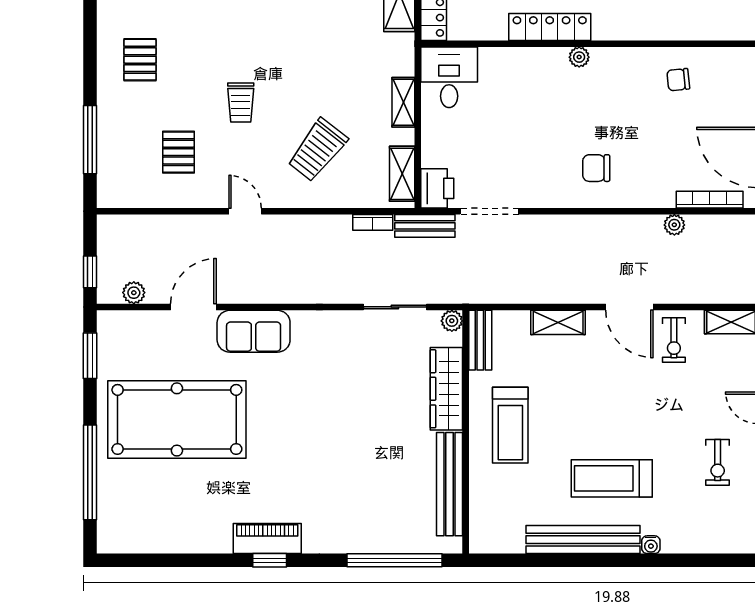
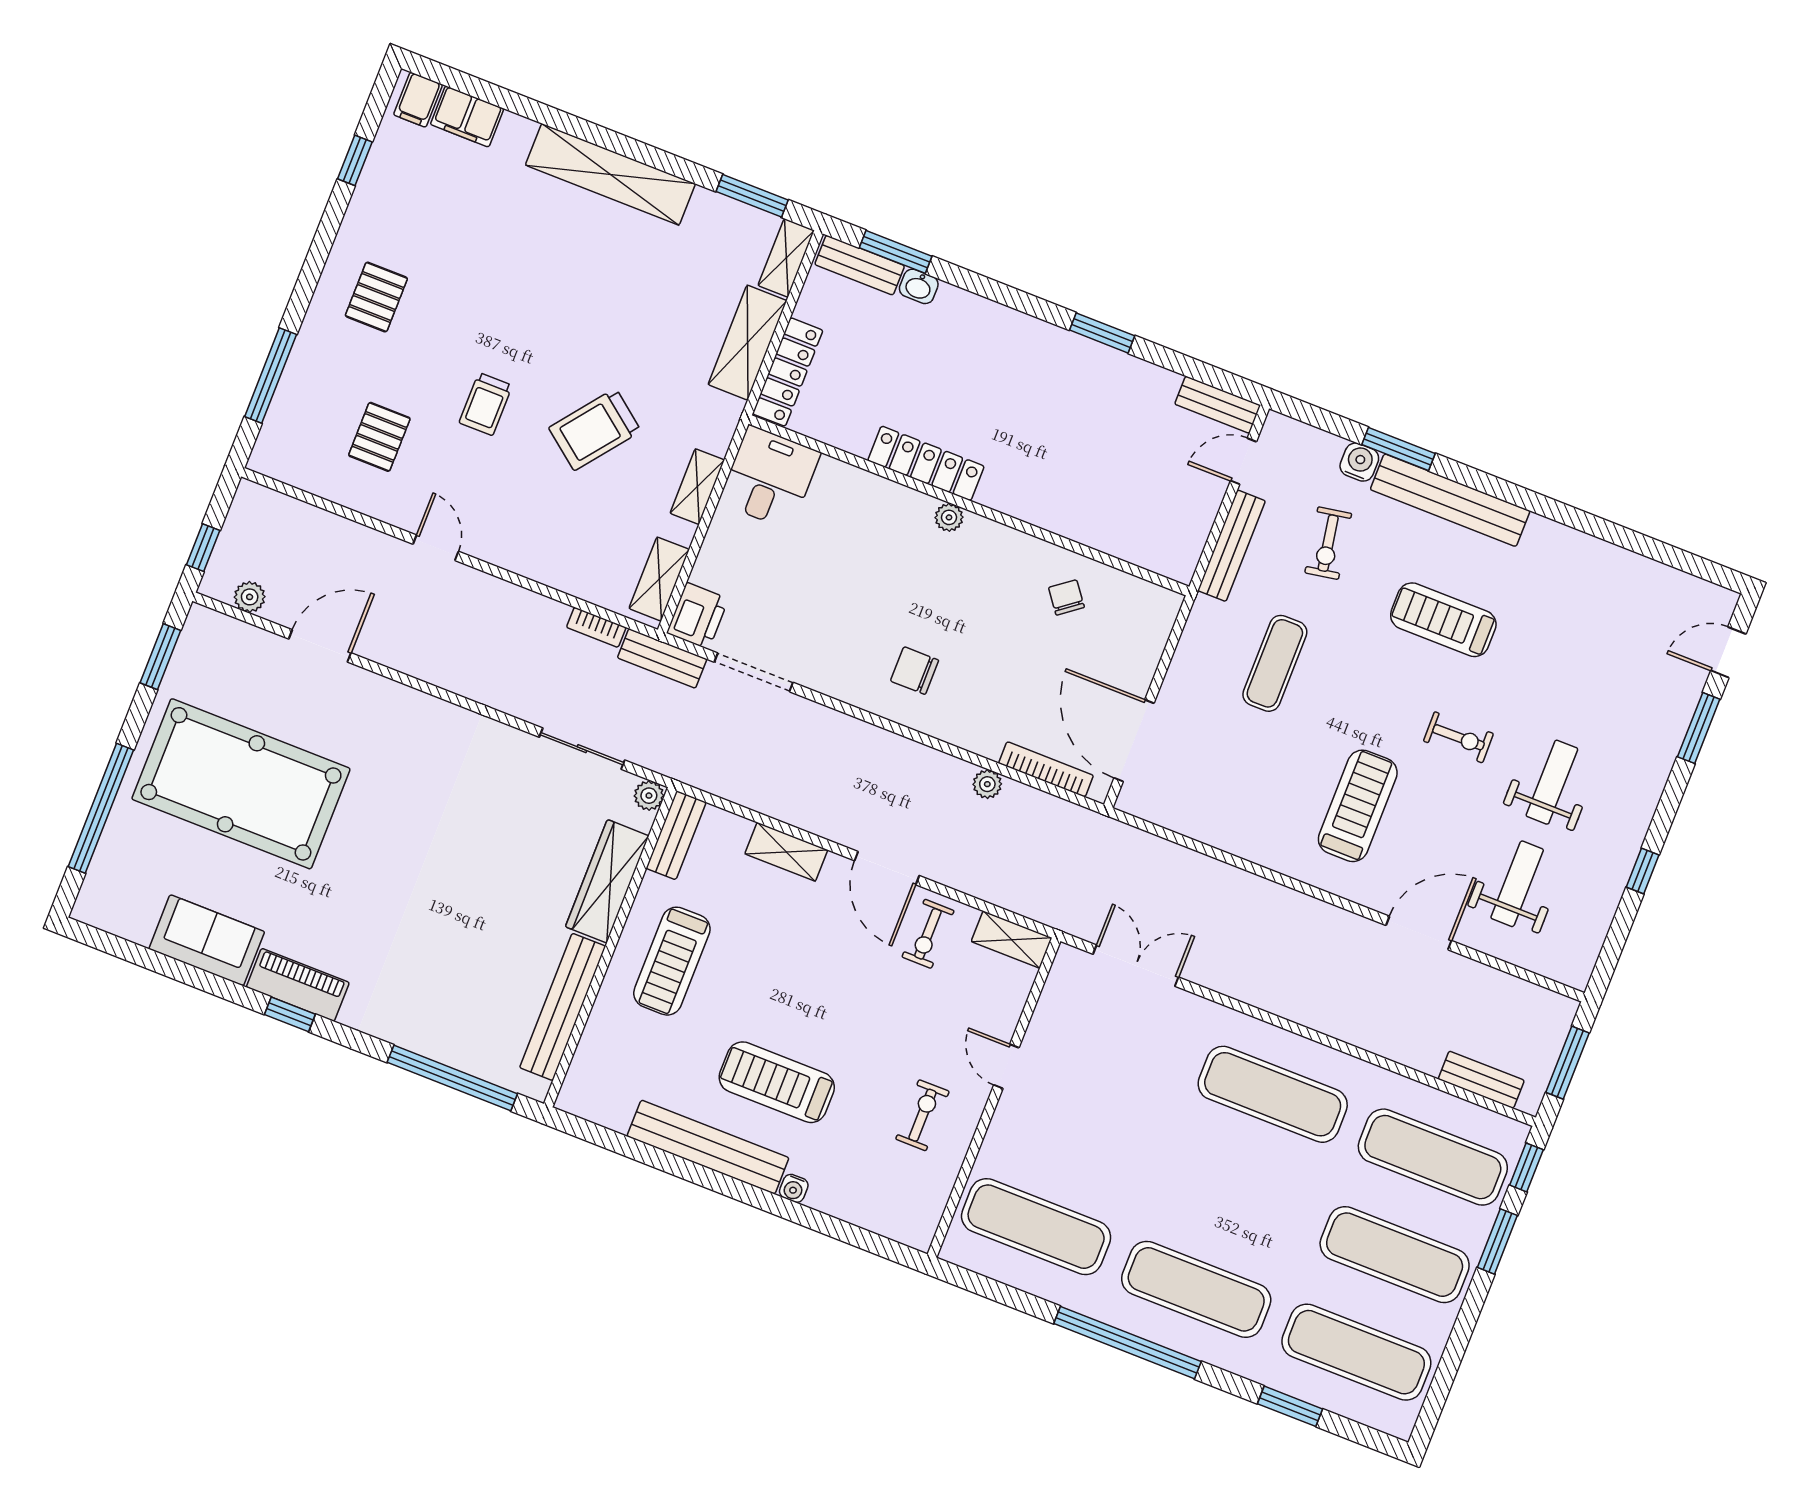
chair: (678, 80) -> (1066, 597), turned 59
trolley: (317, 150) -> (595, 429), moved
sofa: (254, 331) -> (207, 940), moved, turned 180
exercise bike: (718, 462) -> (922, 1115), turned 180

